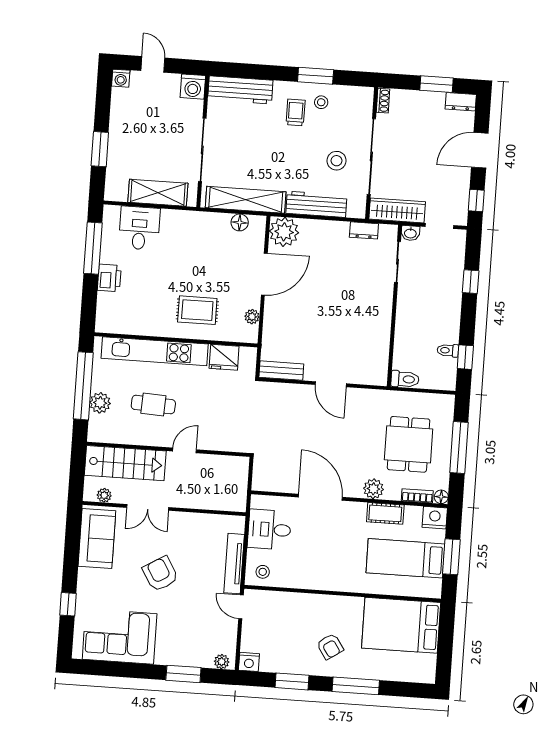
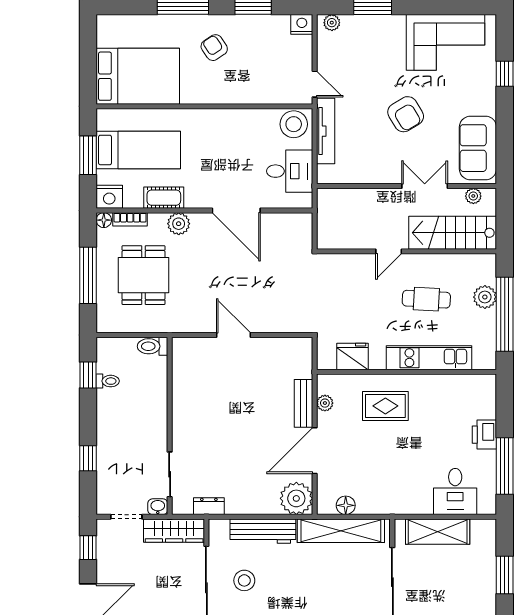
kitchen unit: (155, 351) -> (429, 358), width x0.73
bench: (281, 371) -> (303, 403), moved, turned 90
stool: (263, 572) -> (294, 124), width x1.89, depth x1.89

